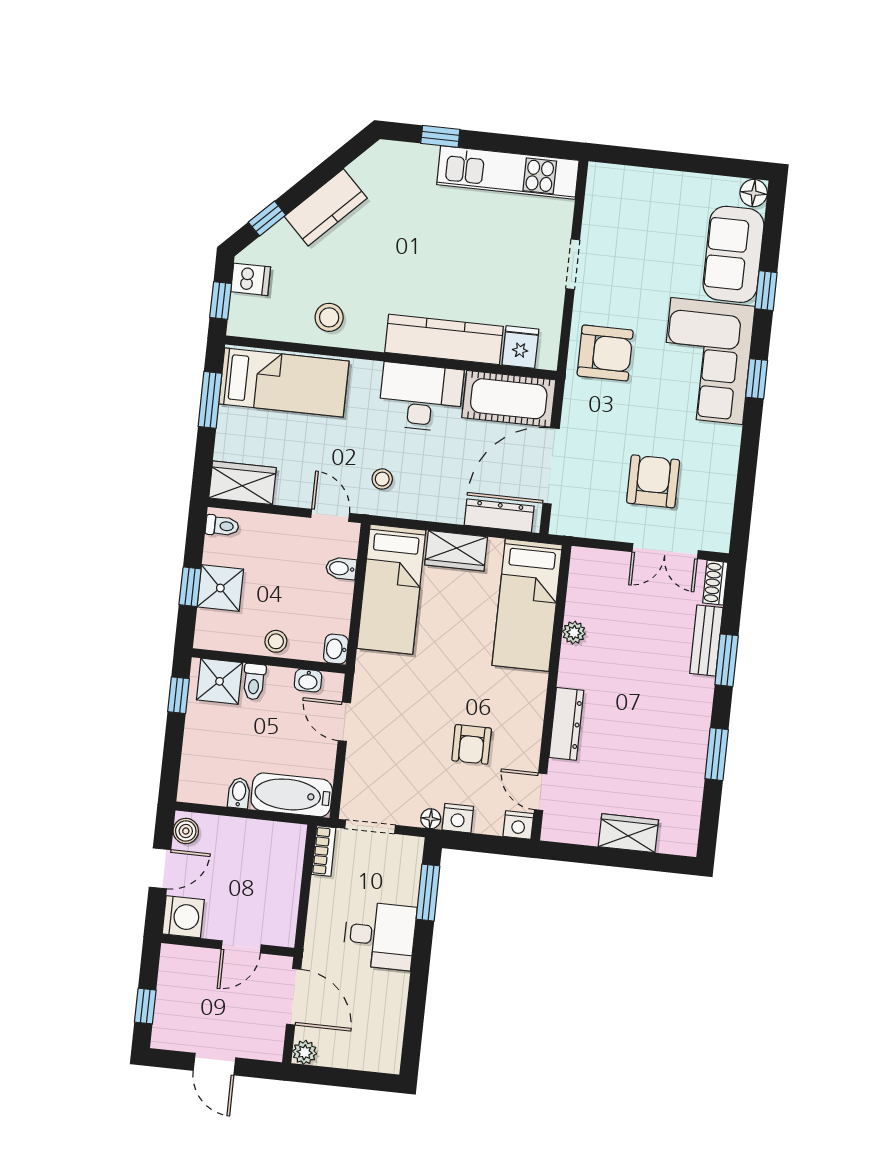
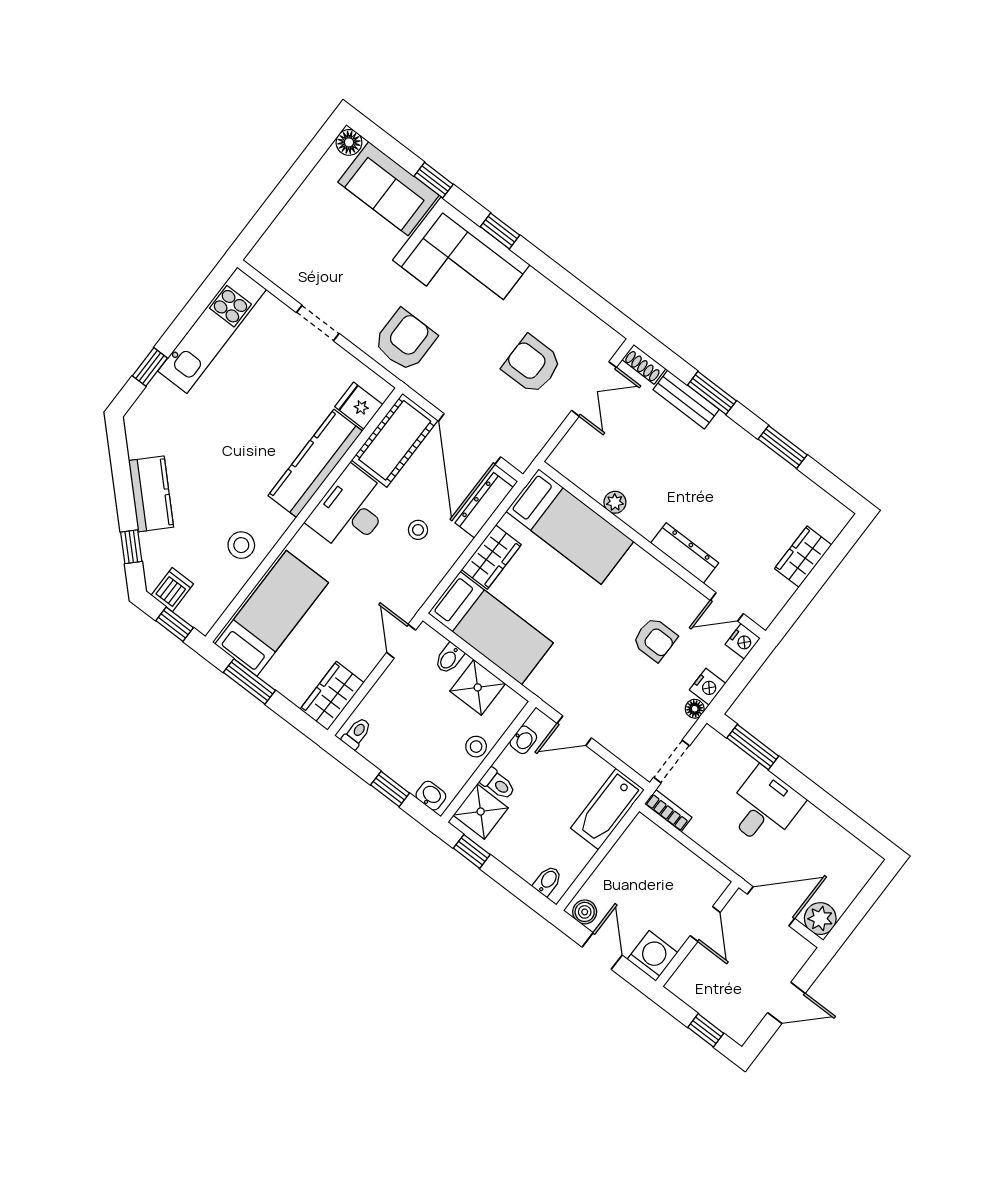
stool: (382, 479) -> (418, 530), moved
door: (330, 515) -> (401, 641), hinge flipped
shower: (220, 588) -> (478, 687), moved
washbasin: (336, 649) -> (431, 796), moved, turned 180
bidet: (239, 793) -> (548, 881), moved, turned 90
plant: (305, 1052) -> (820, 919), width x1.38, depth x1.38

